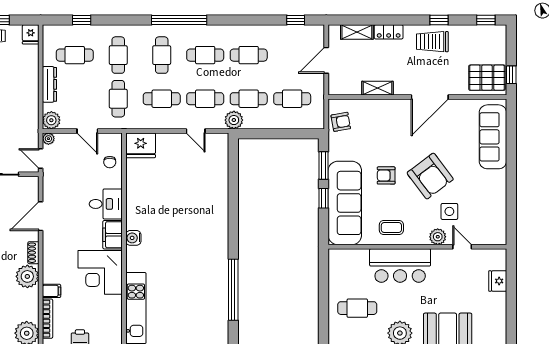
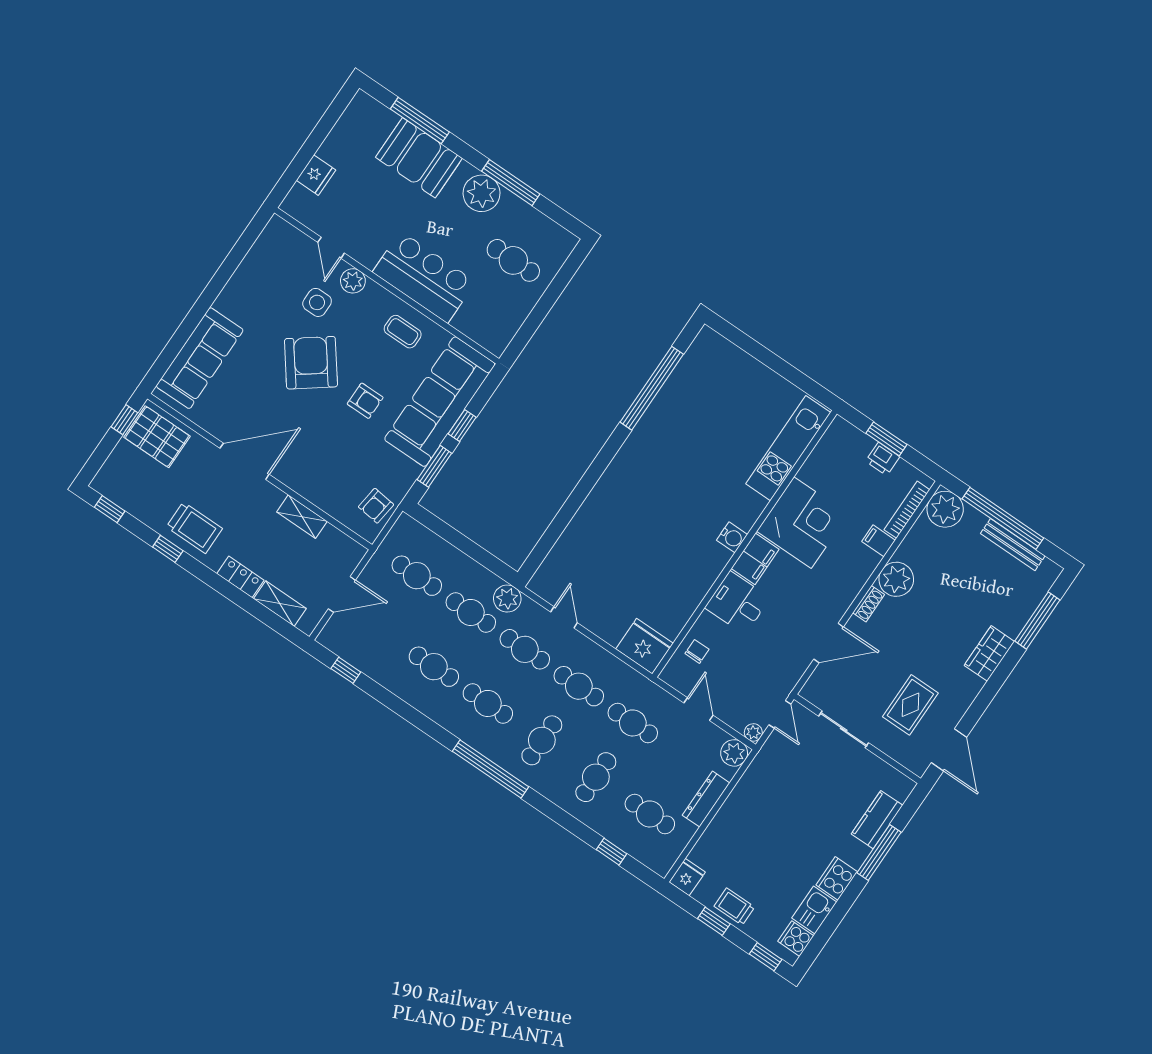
cafe table: (118, 99) -> (633, 723), turned 90
armchair: (341, 122) -> (376, 506), turned -73

